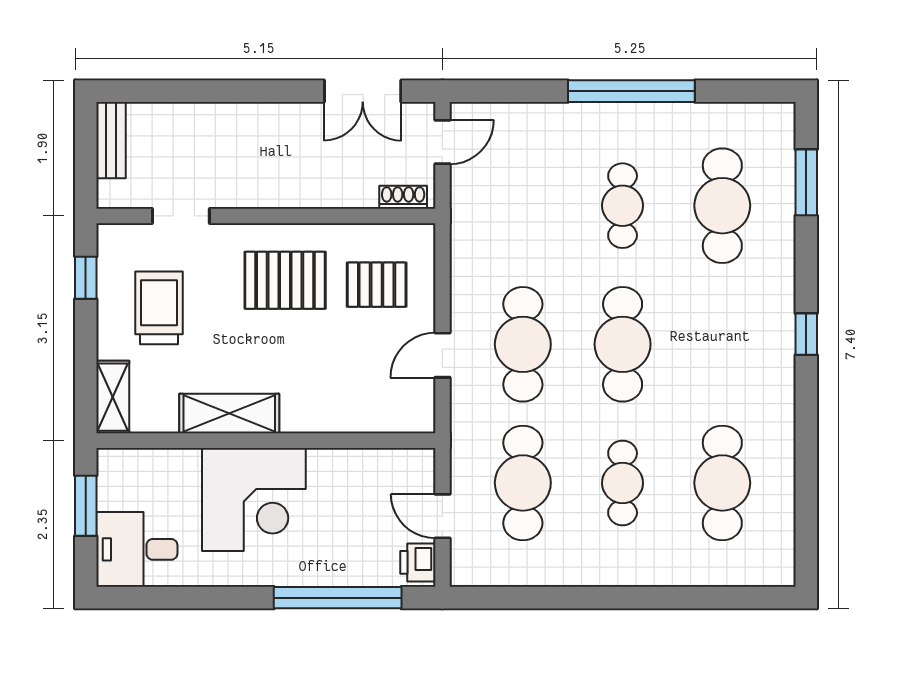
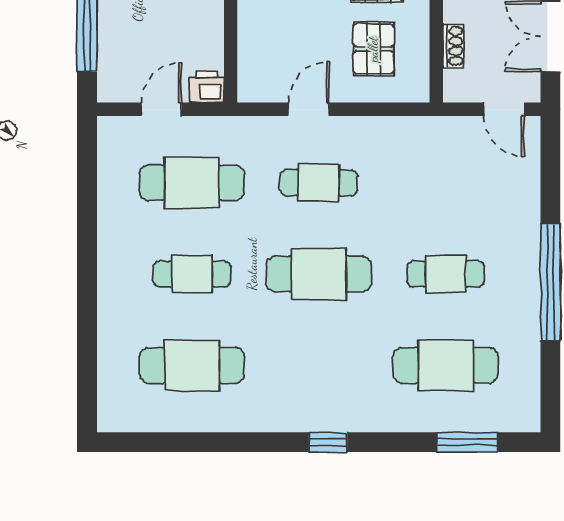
shoe rack: (403, 197) -> (453, 46), moved
cafe table: (523, 344) -> (319, 183), width x0.73, depth x0.74
door: (442, 355) -> (309, 109), hinge flipped
printer: (418, 562) -> (207, 87), moved

